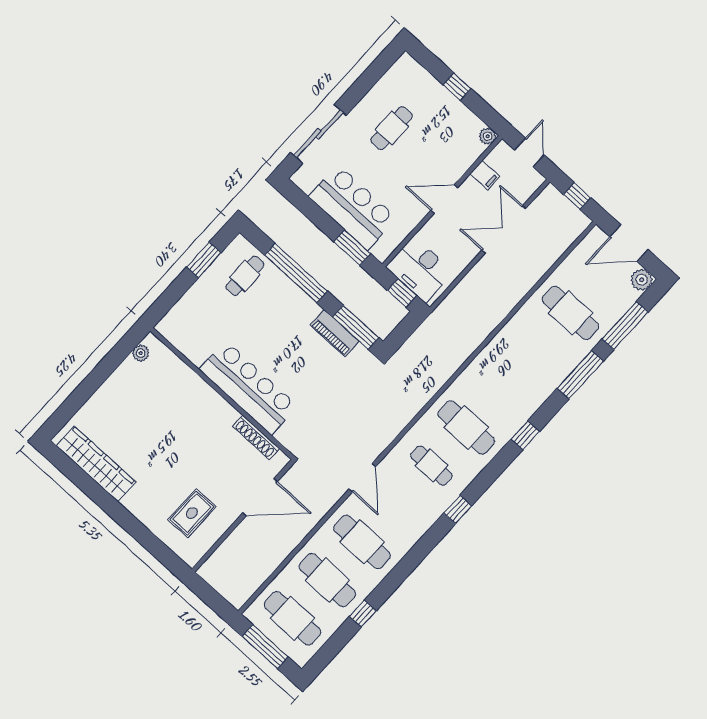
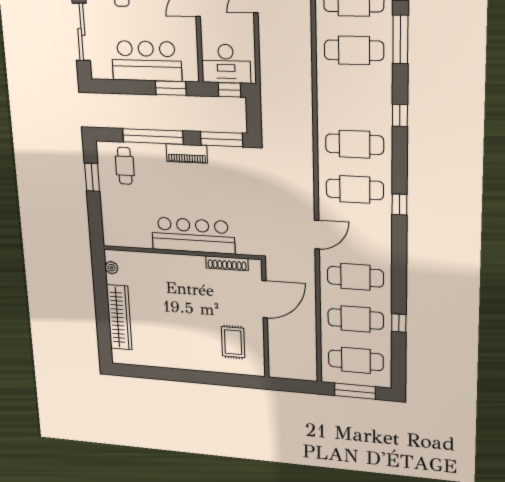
piano: (335, 333) -> (187, 153), moved
cafe table: (536, 351) -> (354, 50), added
wardrobe: (96, 464) -> (119, 317), moved, turned 90
cafe table: (431, 466) -> (355, 189), width x1.37, depth x1.35
door: (362, 478) -> (317, 235), hinge flipped

